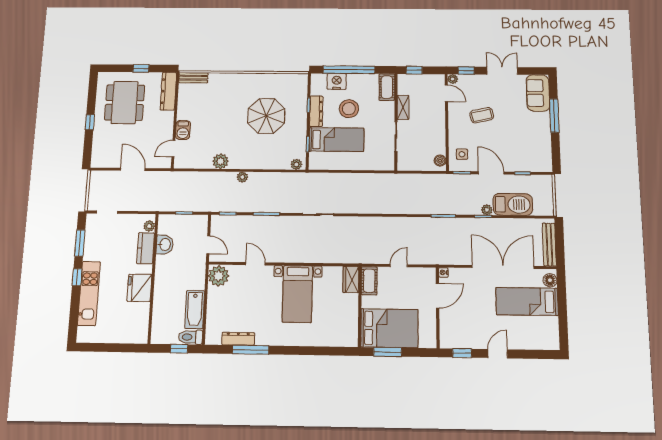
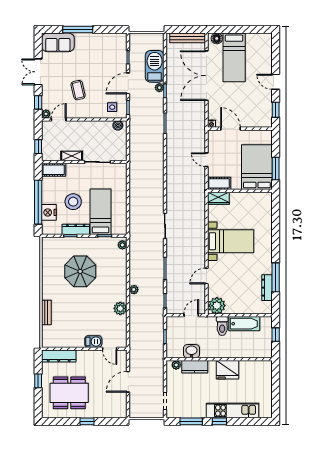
bench: (193, 78) -> (46, 313), moved
toilet: (190, 337) -> (222, 326), moved

